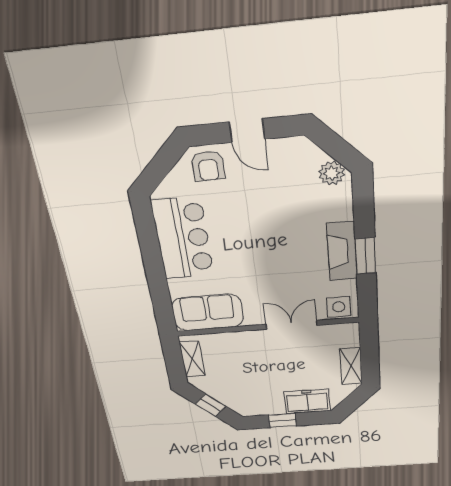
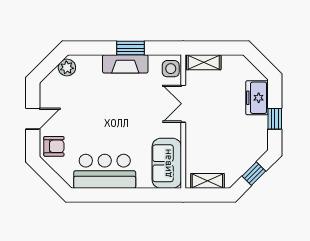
shelving: (351, 366) -> (204, 62), moved

